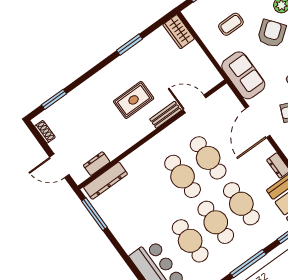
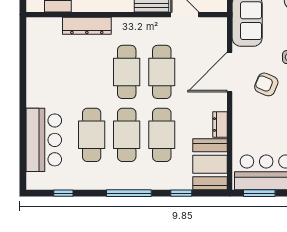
dresser: (106, 181) -> (87, 26), moved
window: (94, 214) -> (23, 49), removed

